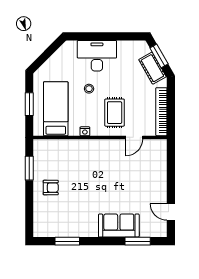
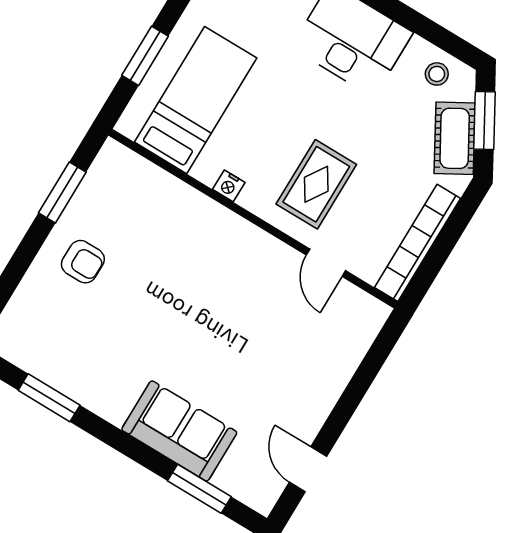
stool: (89, 89) -> (437, 74), moved
door: (134, 137) -> (326, 263), hinge flipped

